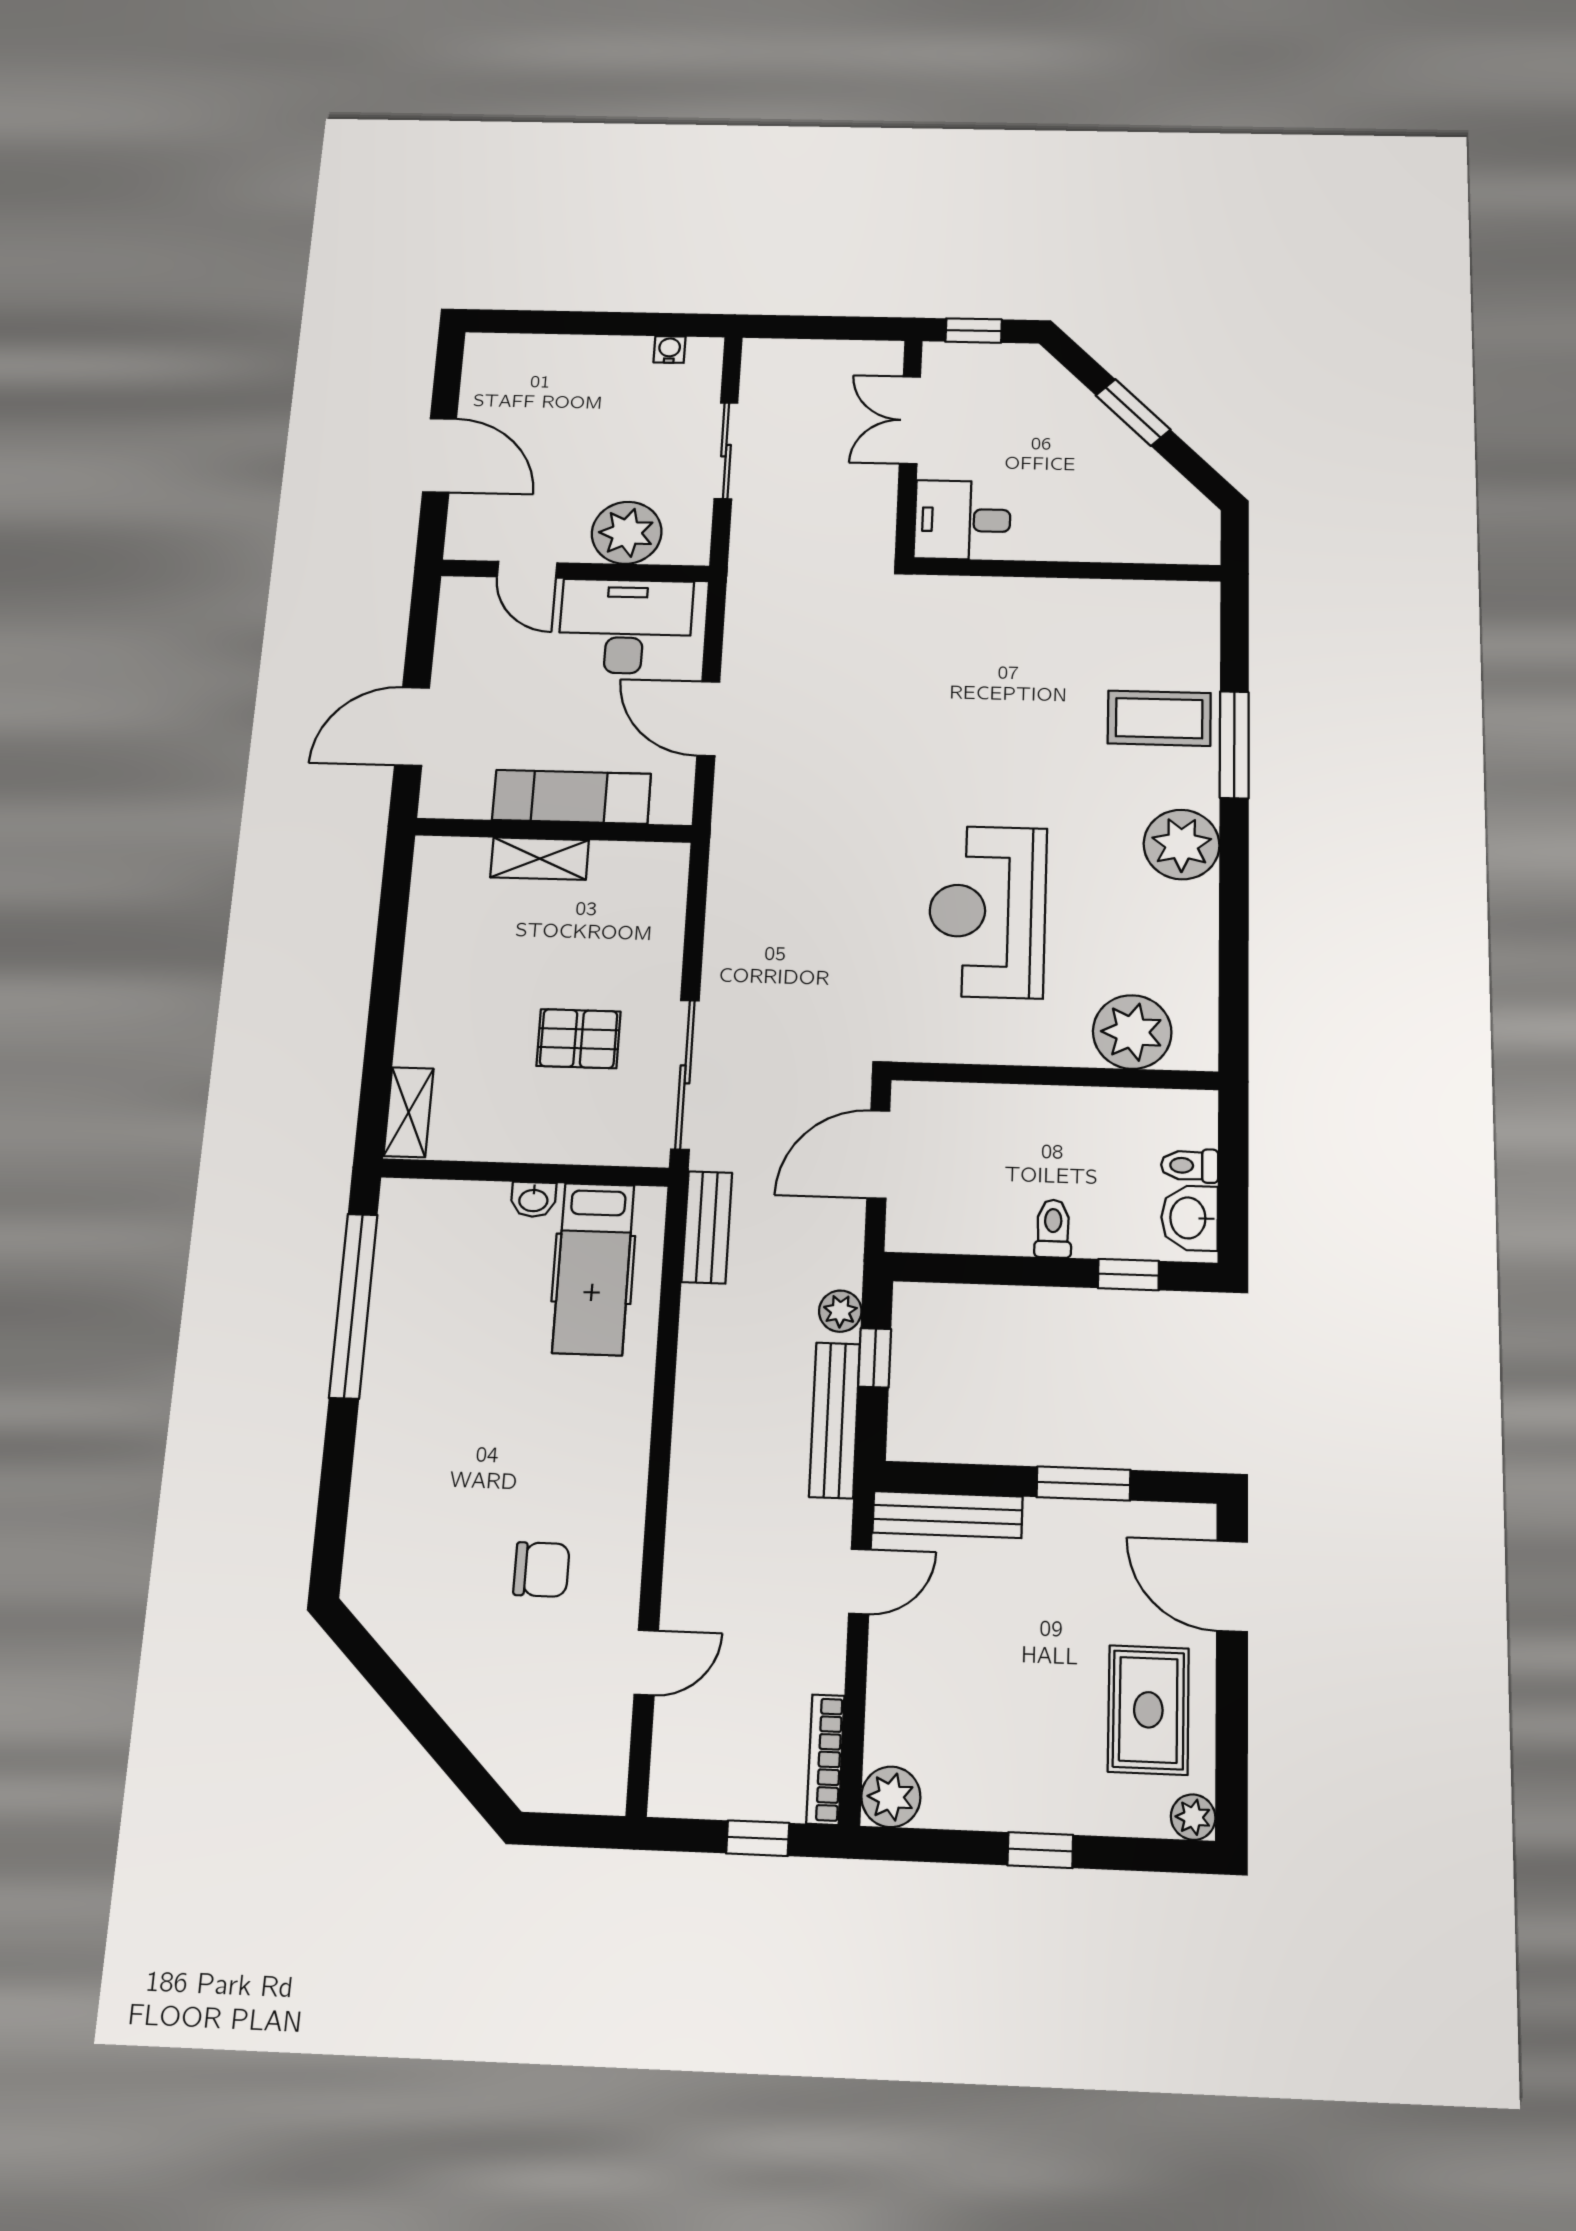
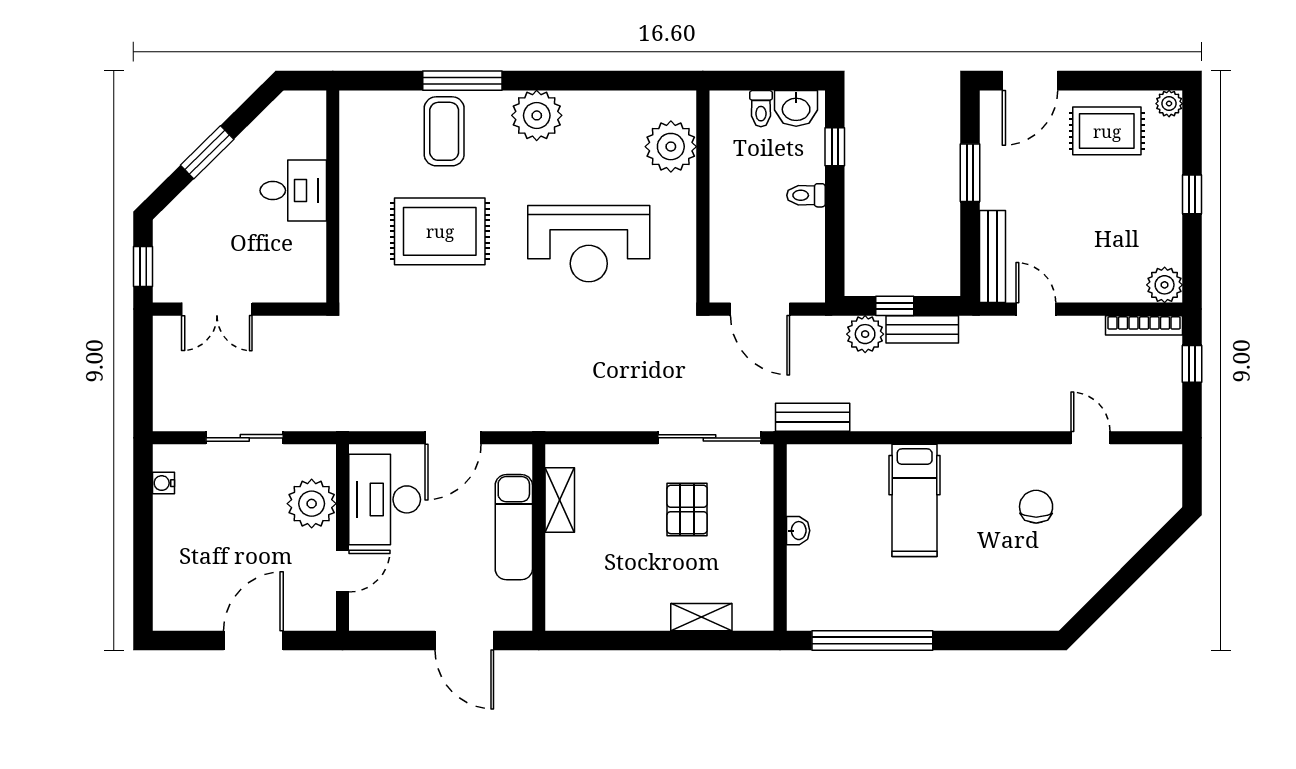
desk: (962, 520) -> (293, 191), moved, turned -90
rug: (1012, 709) -> (440, 231), added
shelving: (540, 859) -> (560, 500), moved
shelving: (409, 1112) -> (701, 617), moved
hospital bed: (593, 1269) -> (915, 500), moved, turned 90
plant: (840, 1311) -> (865, 334), width x1.38, depth x1.38
bench: (835, 1420) -> (922, 329), width x0.73

